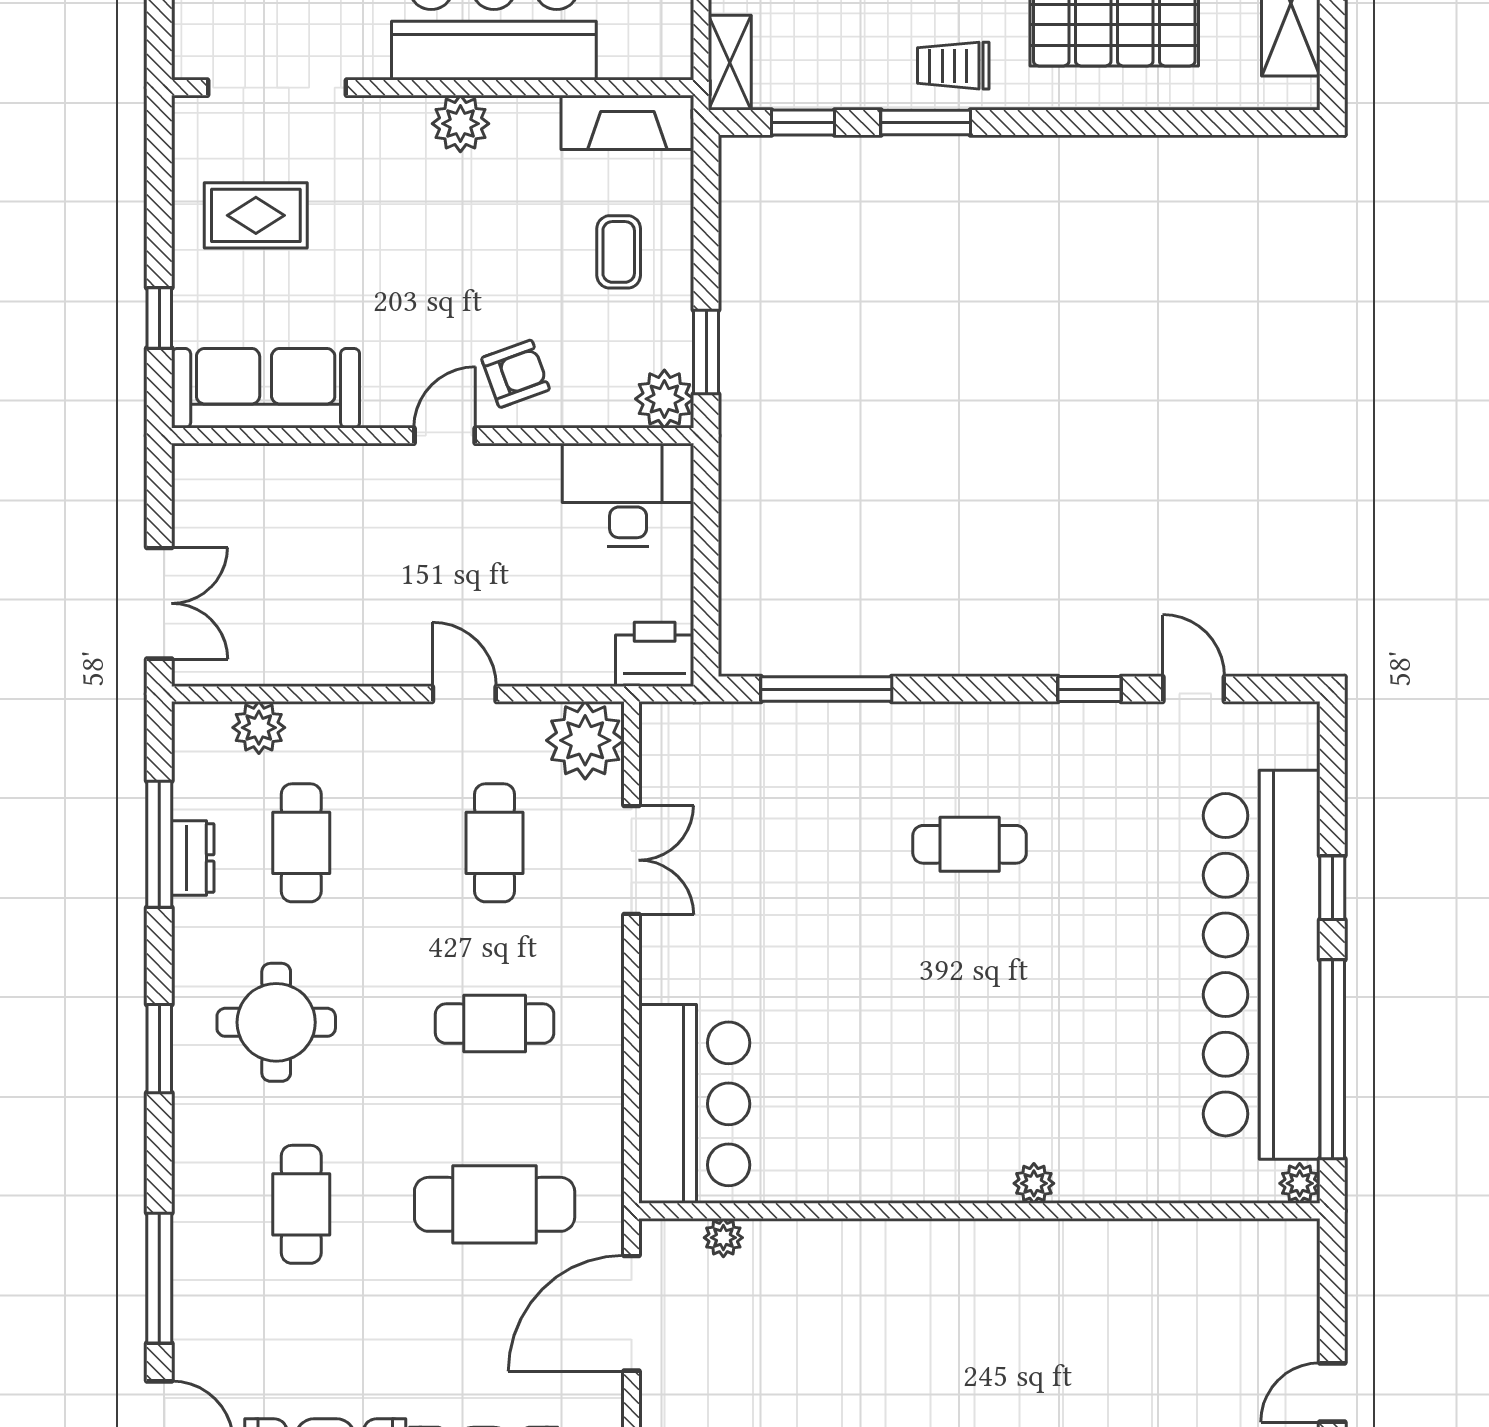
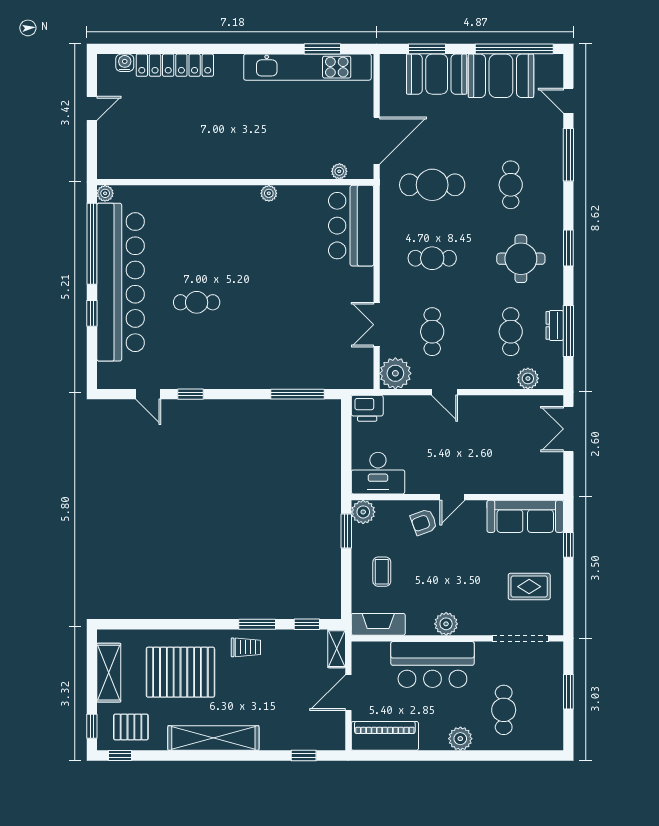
cafe table: (970, 844) -> (197, 302), moved
plant: (1034, 1183) -> (269, 193), moved

